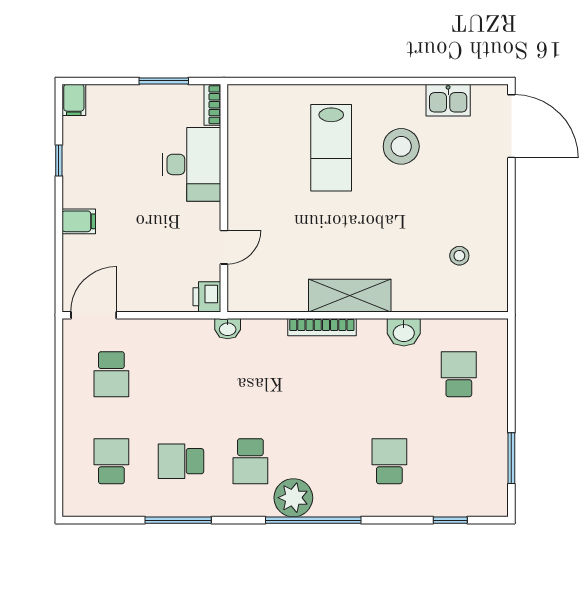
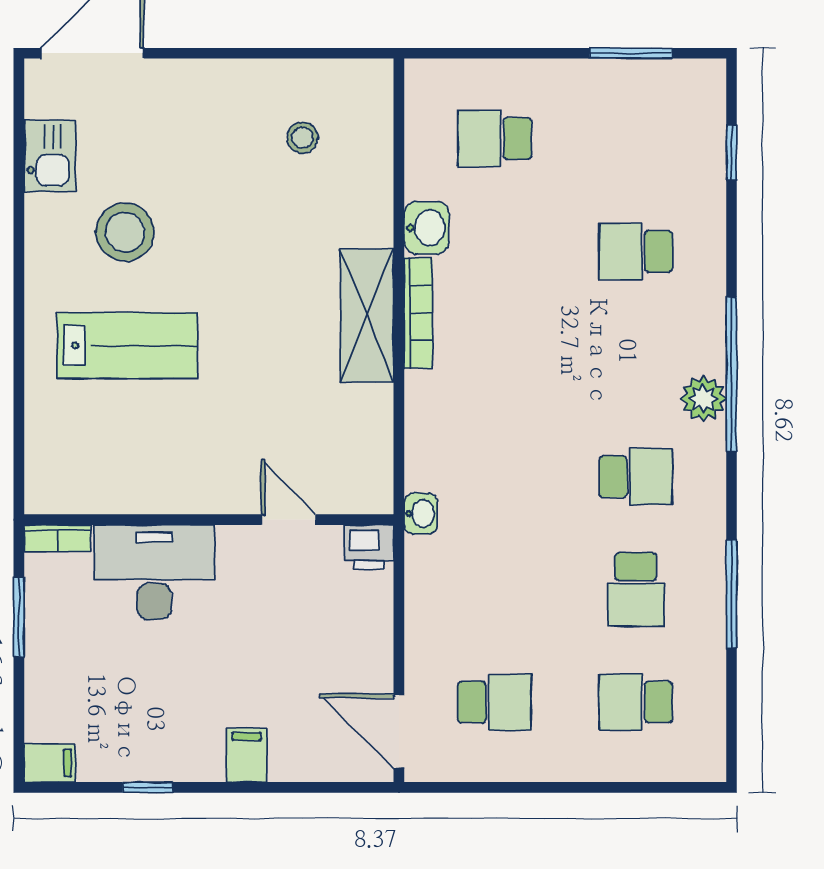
bookcase: (322, 327) -> (418, 313), moved
plant: (293, 498) -> (703, 399), width x0.73, depth x0.73

